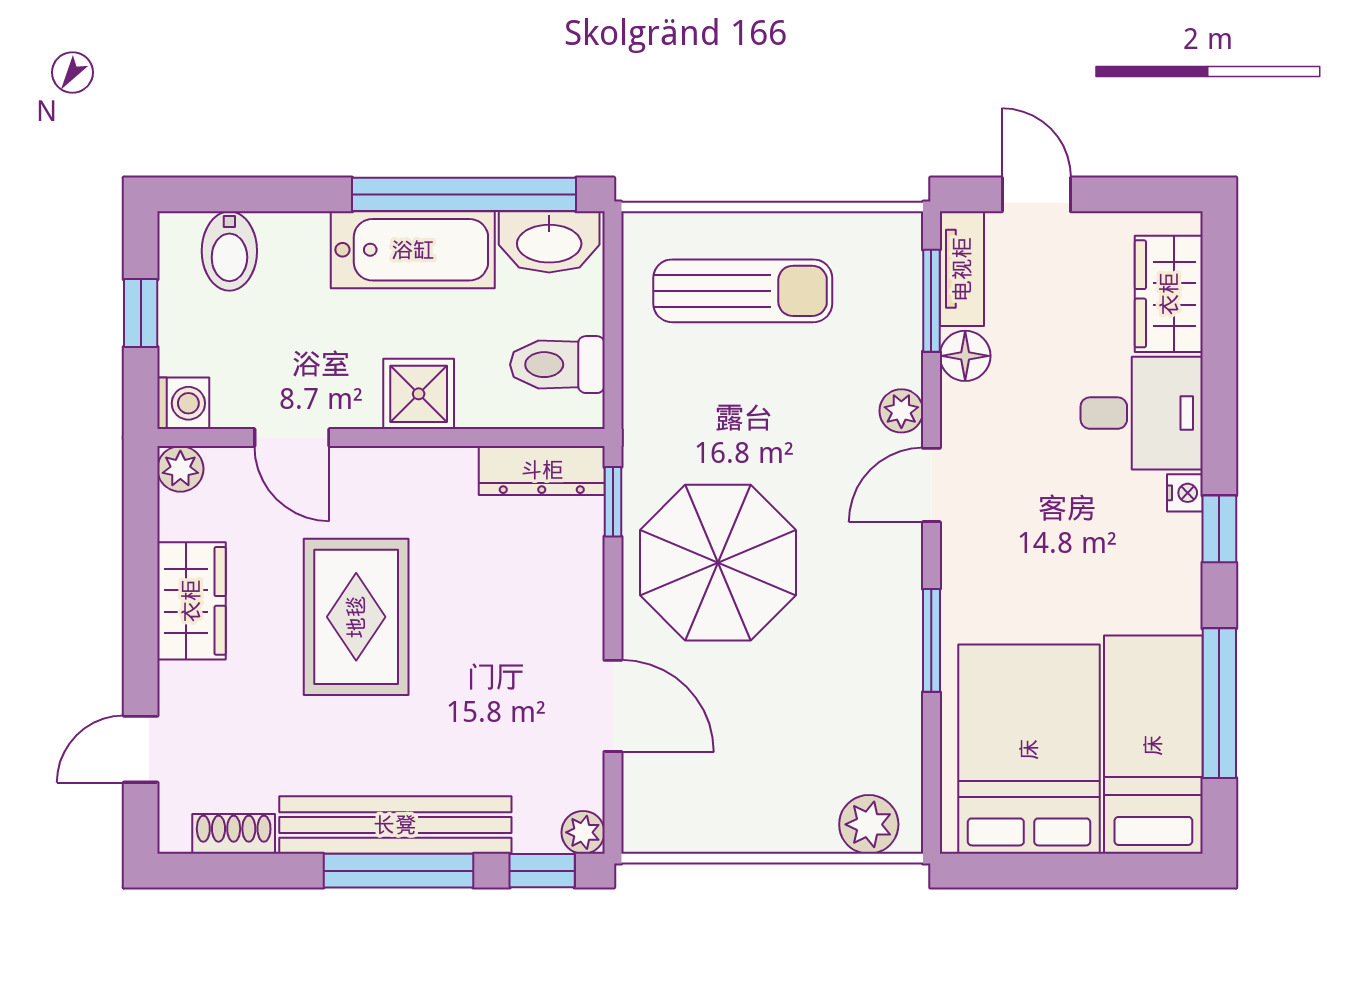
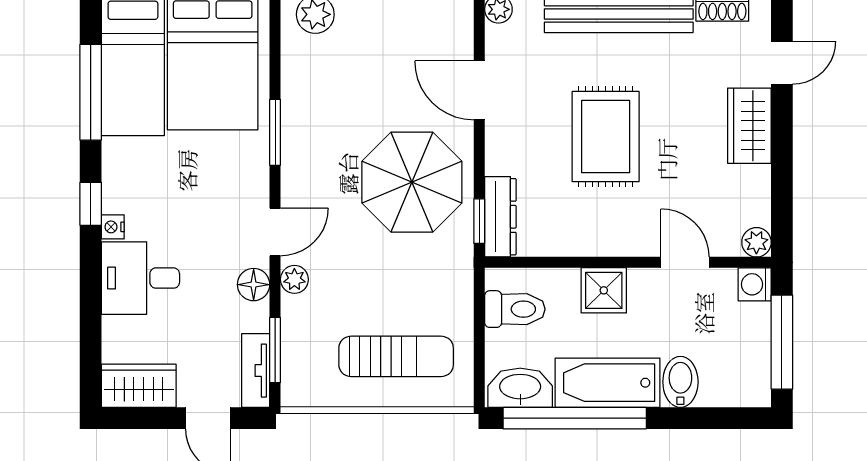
bidet: (229, 251) -> (680, 382), moved
sun lounger: (743, 291) -> (396, 356), turned 180
wardrobe: (1169, 294) -> (139, 386), moved, turned -90
window: (141, 313) -> (782, 342), width x2.17
floor lamp: (965, 356) -> (254, 285), moved
dresser: (542, 470) -> (500, 217), moved, turned 90
wardrobe: (191, 601) -> (749, 126), moved
rug: (356, 617) -> (606, 137), moved

